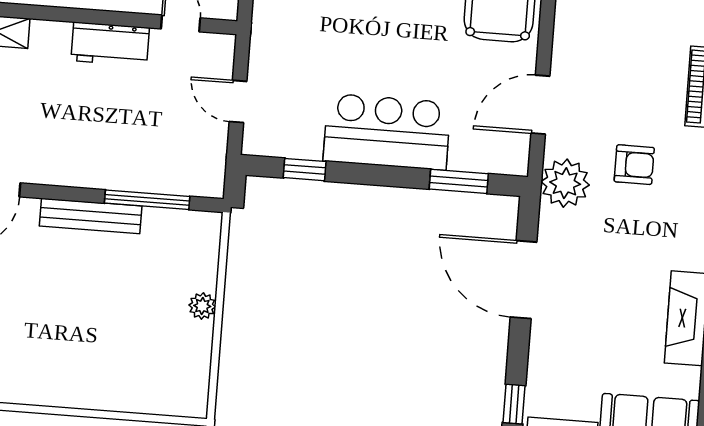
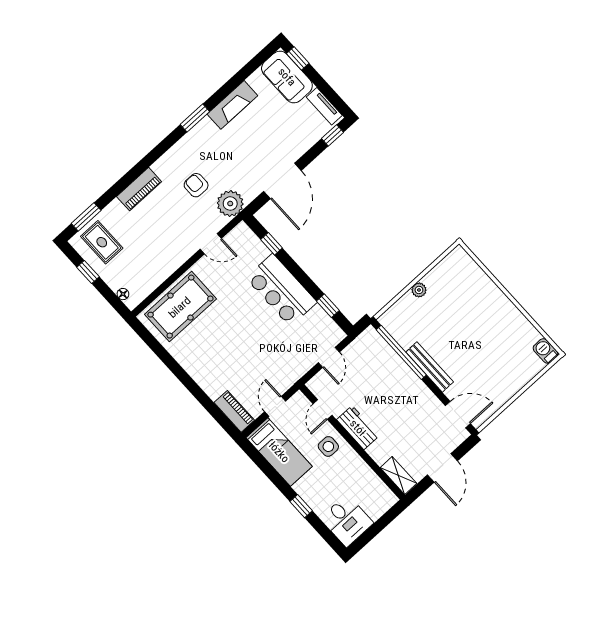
door: (540, 105) -> (211, 244), width x0.73
window: (459, 181) -> (272, 244), width x0.67
window: (147, 200) -> (401, 352), width x1.46

